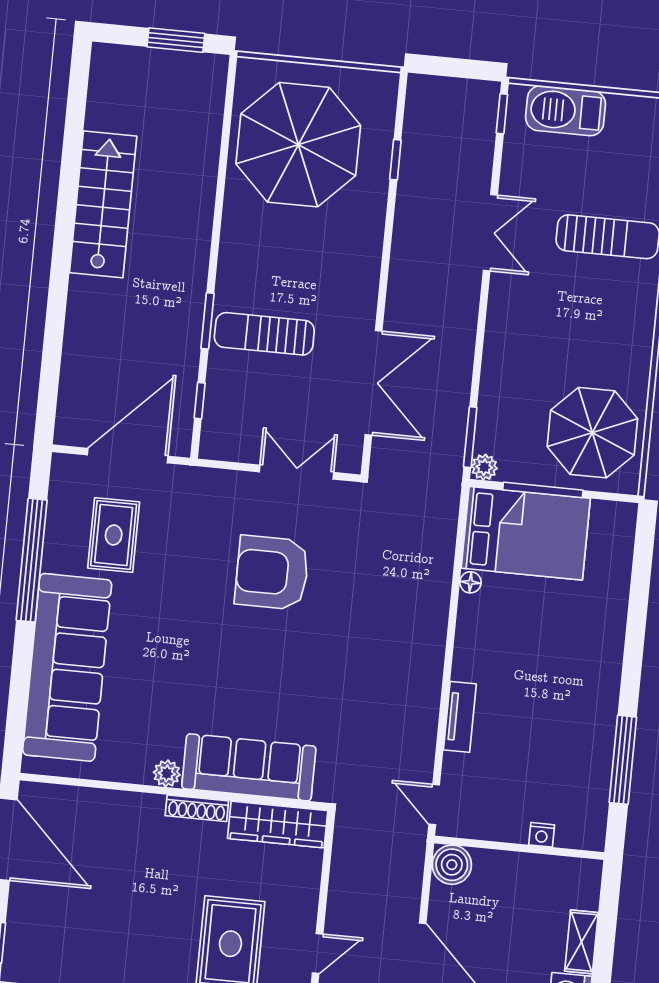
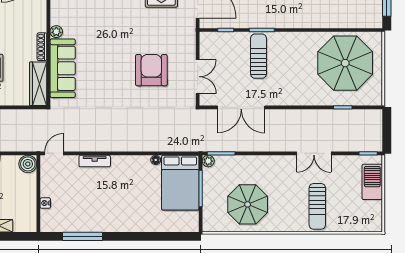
parasol: (592, 433) -> (248, 204), moved

